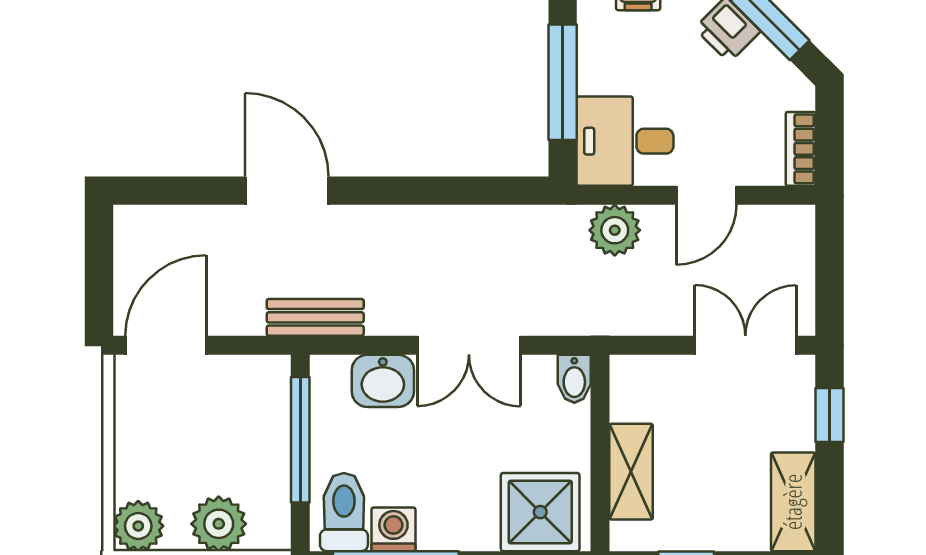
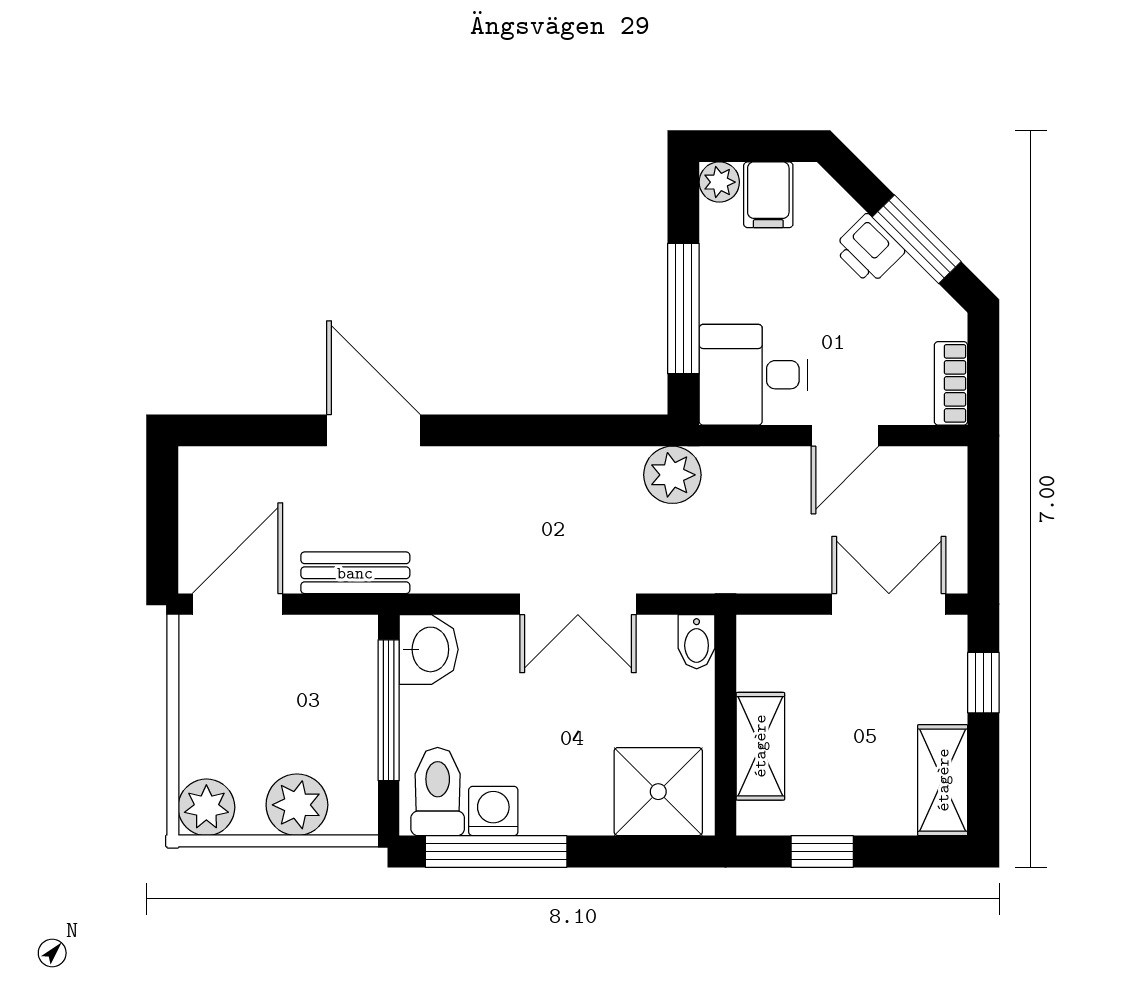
plant: (615, 230) -> (672, 475), moved
bench: (315, 317) -> (355, 573), moved
washbasin: (383, 381) -> (429, 649), moved, turned -90

